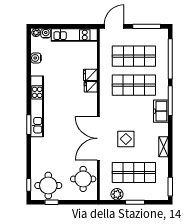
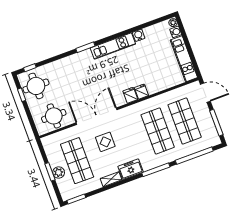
water cooler: (36, 58) -> (139, 35), moved
fridge: (90, 75) -> (130, 95), moved
kitchen unit: (37, 106) -> (113, 46), width x0.73
freezer: (161, 111) -> (131, 169), moved
plant: (117, 194) -> (59, 172), moved

